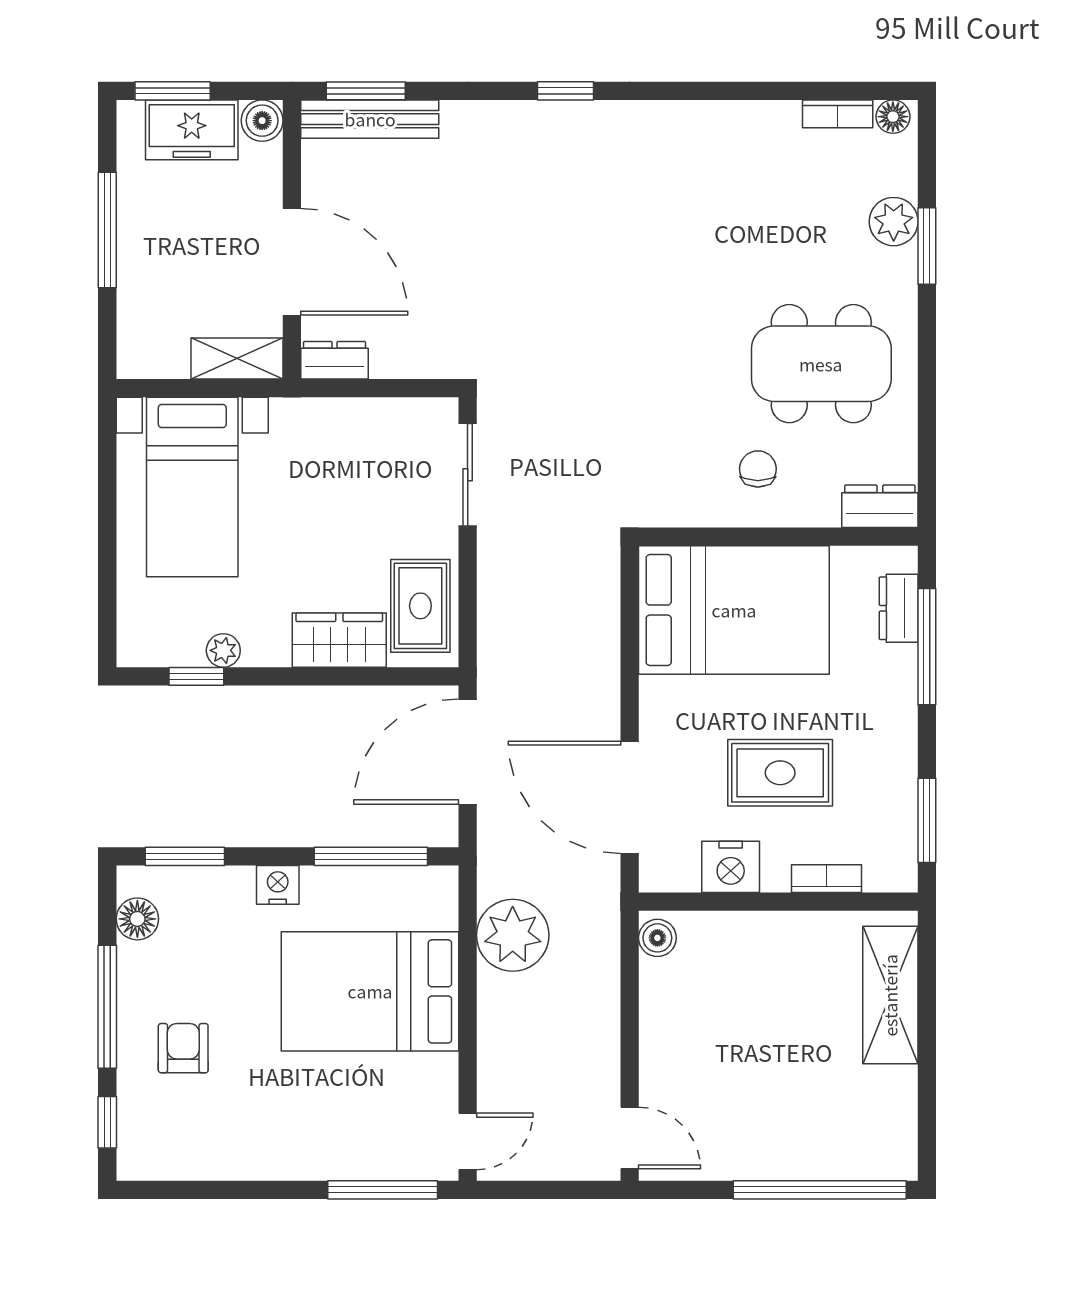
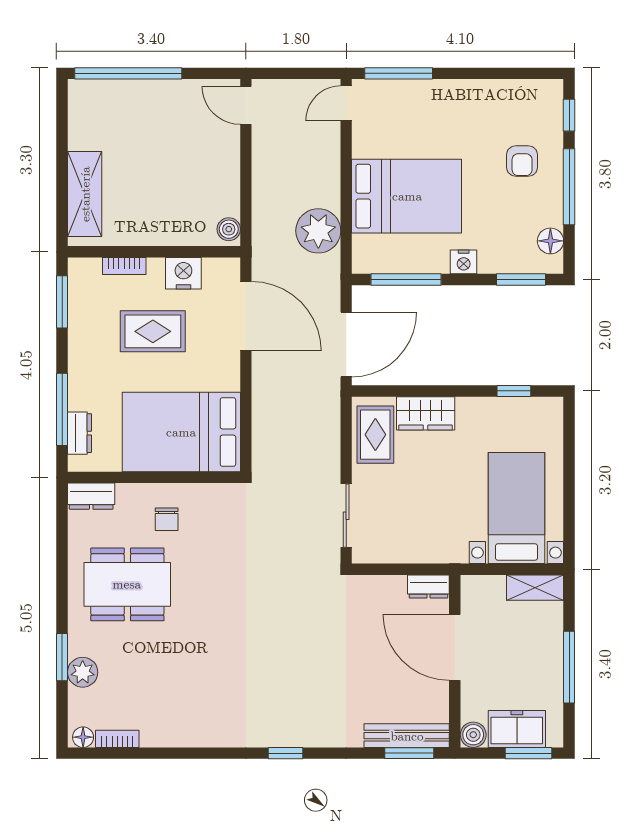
shelving: (237, 358) -> (535, 588), moved
plant: (223, 650) -> (497, 407), removed

